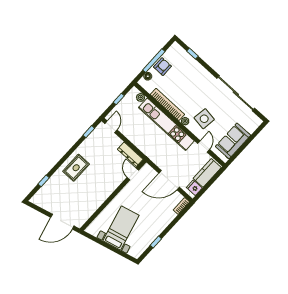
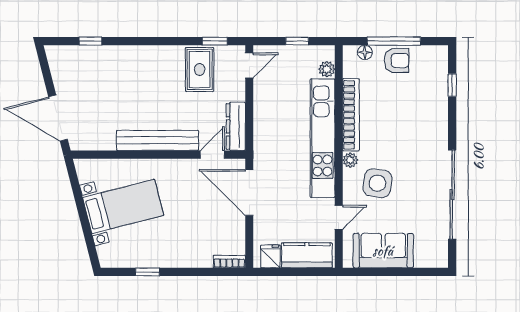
rug: (76, 168) -> (200, 70), moved, turned 90
door: (169, 180) -> (249, 192), moved
bench: (107, 190) -> (158, 140), added

